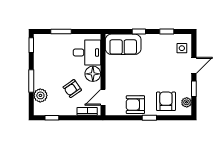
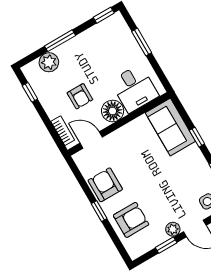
armchair: (72, 89) -> (80, 96), turned -145
plant: (187, 102) -> (173, 229), moved

